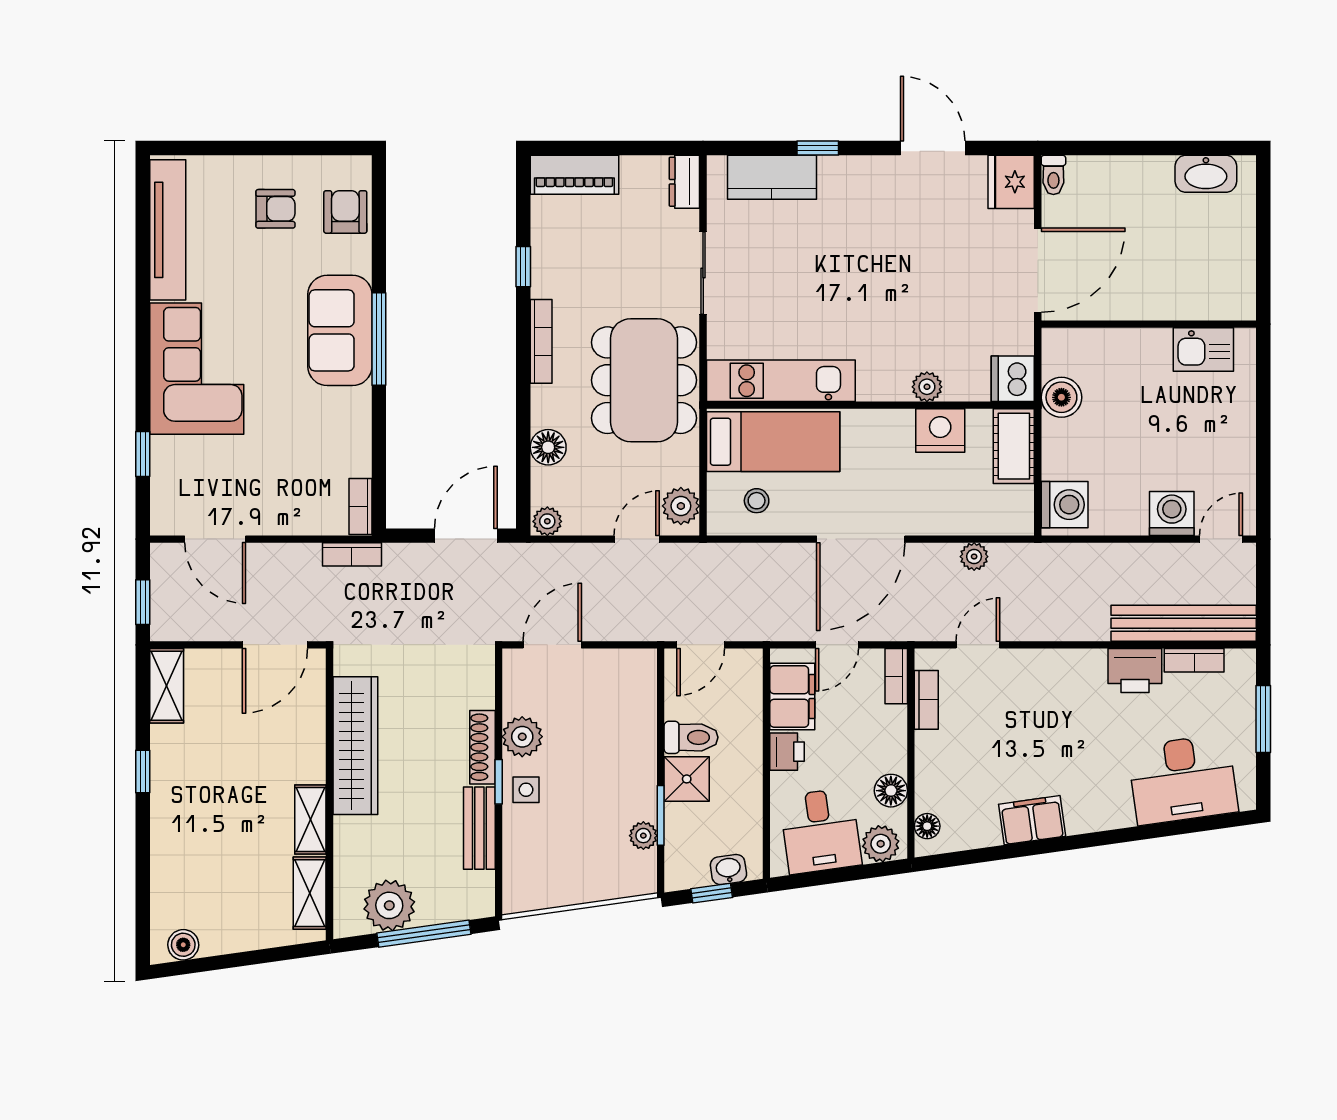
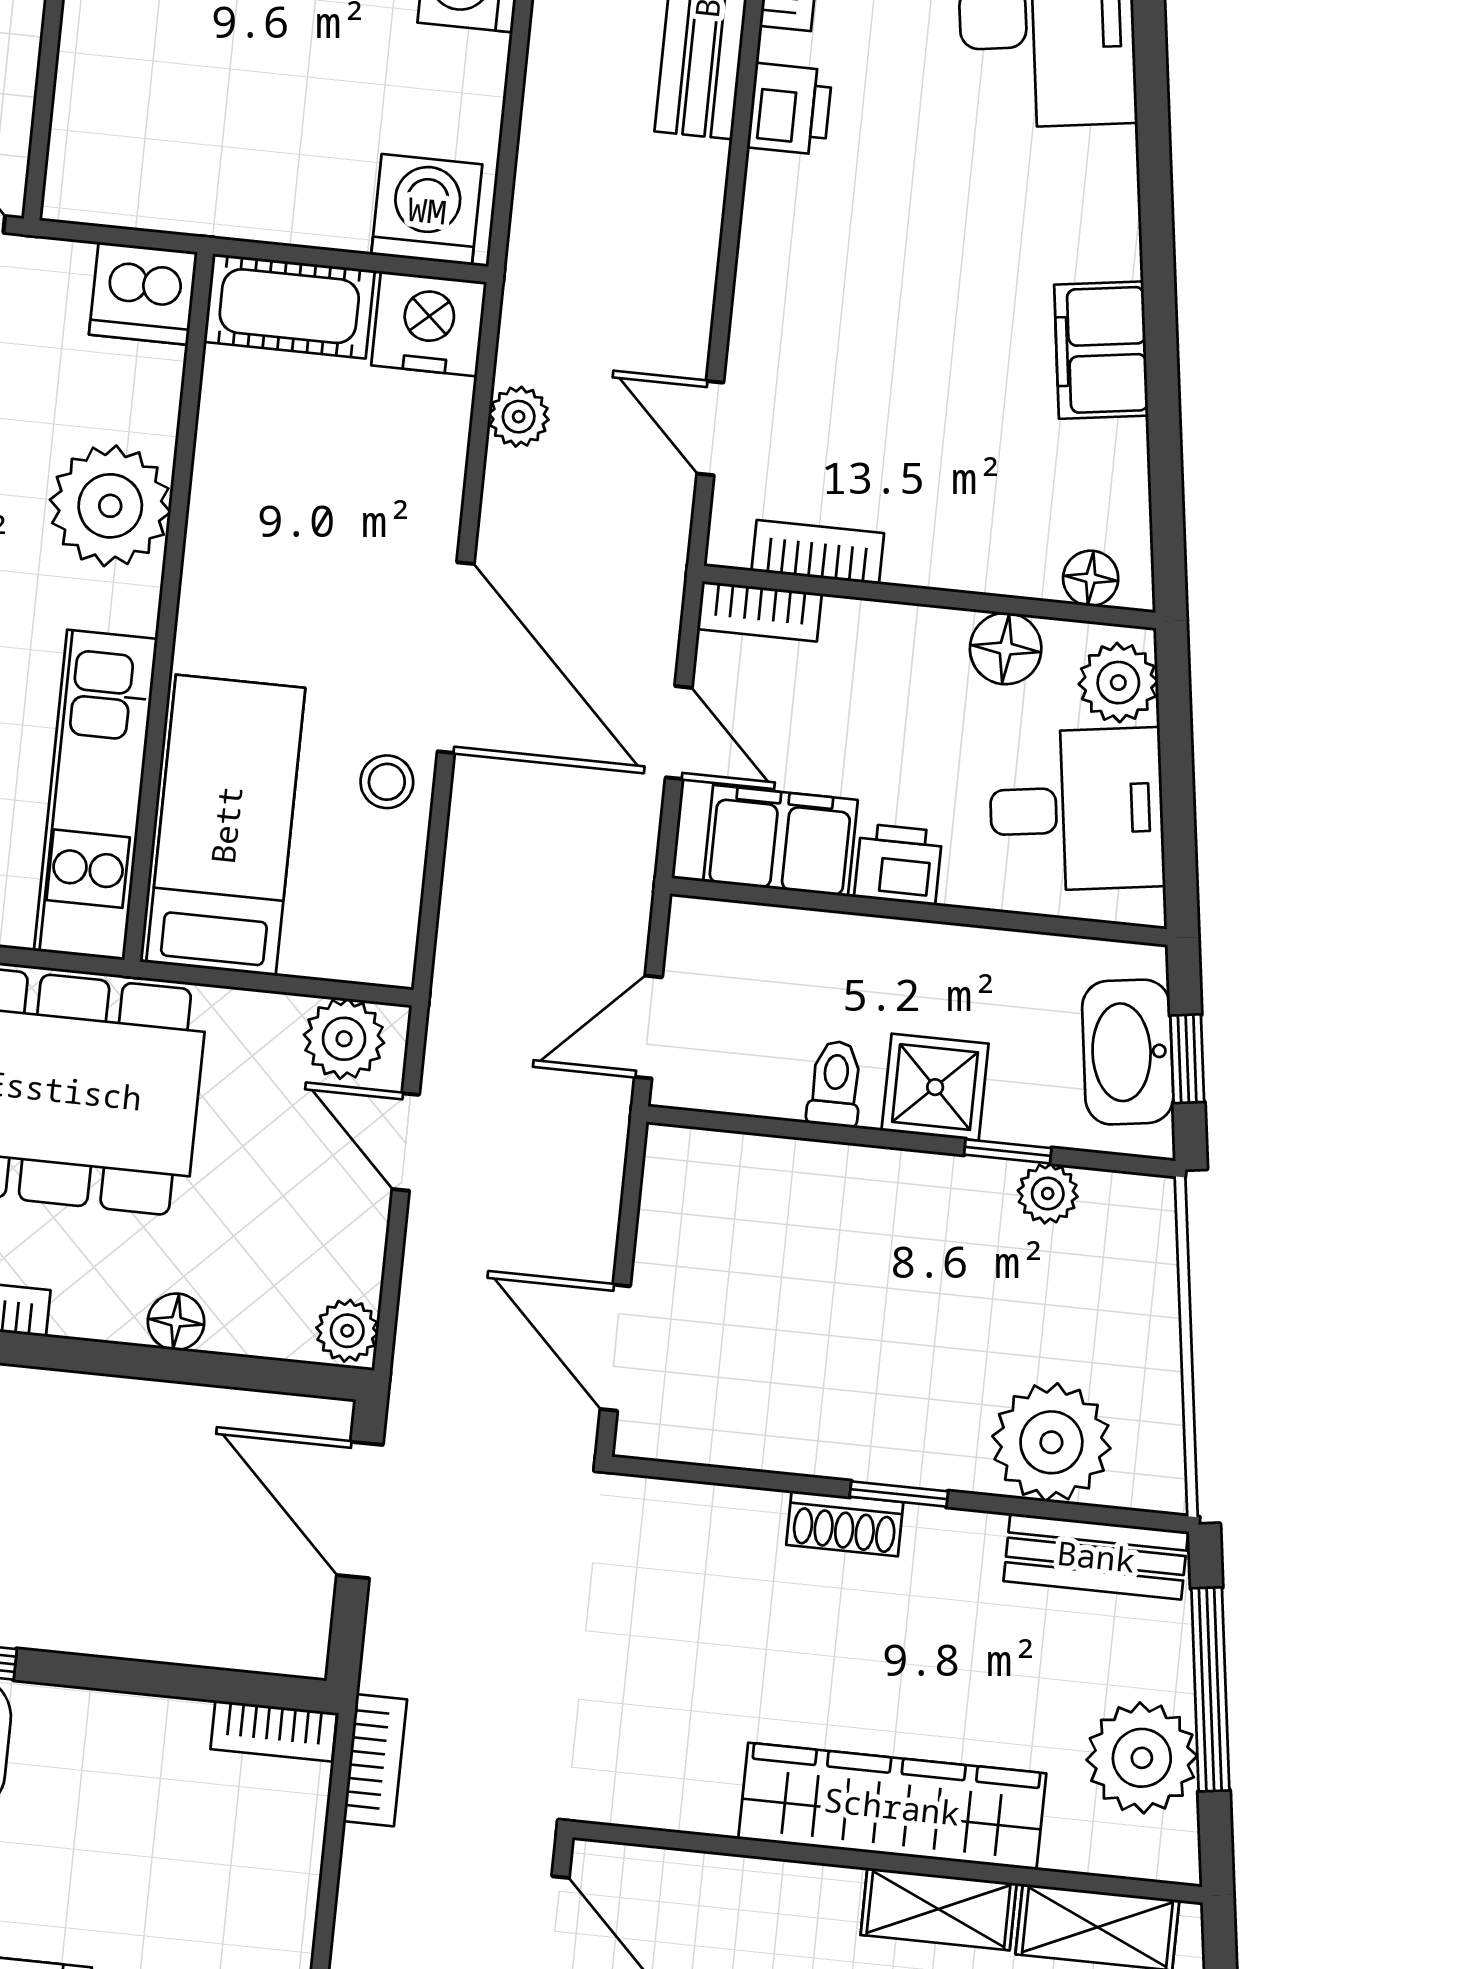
plant: (927, 387) -> (110, 506), width x1.87, depth x1.87
boiler: (1061, 397) -> (194, 192), removed
nightstand: (940, 431) -> (429, 324), moved, turned 90
floor lamp: (548, 447) -> (176, 1322), width x0.73, depth x0.73
stool: (757, 501) -> (387, 782), moved
door: (701, 645) -> (648, 1027), swing flipped
printer: (1135, 670) -> (790, 109), width x0.73, depth x0.81
plant: (522, 737) -> (1051, 1442), moved, width x1.36, depth x1.36
toilet: (691, 737) -> (835, 1084), width x0.73, depth x0.72
wardrobe: (355, 746) -> (892, 1806), moved
shoe rack: (483, 747) -> (845, 1524), width x0.70
side table: (526, 790) -> (922, 1437), removed
window: (661, 815) -> (1008, 1151), width x0.67
bench: (479, 828) -> (1096, 1556), moved
washbasin: (728, 870) -> (1128, 1052), width x1.91, depth x1.45

